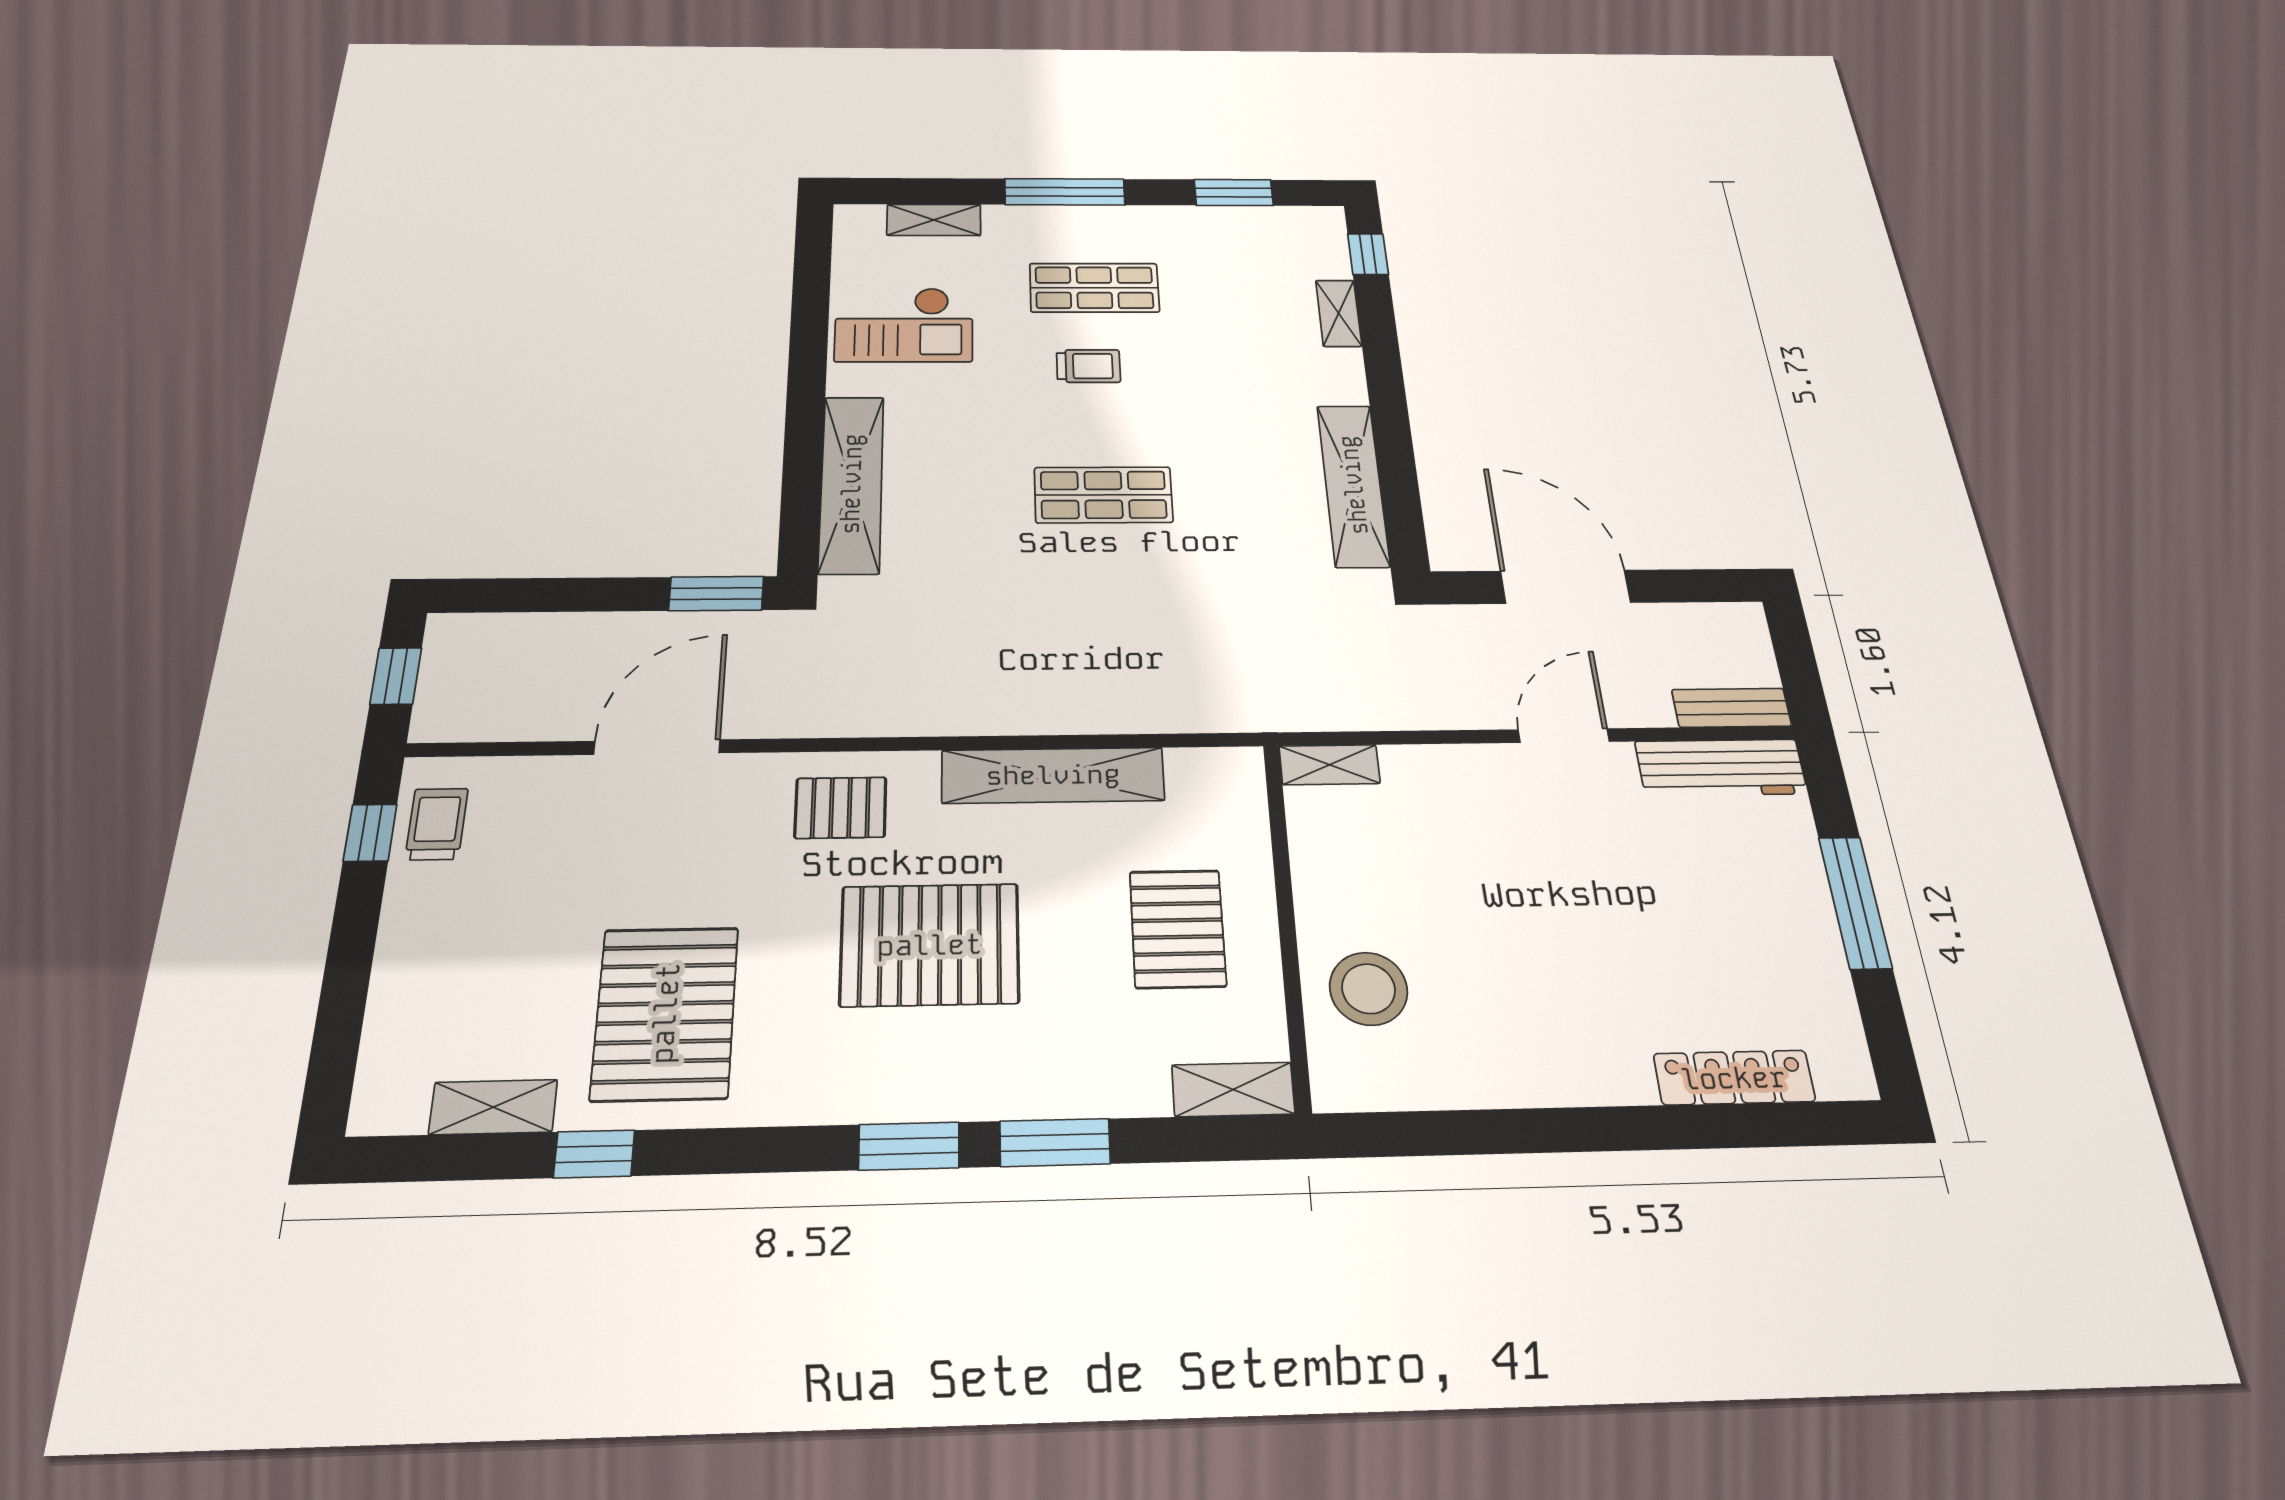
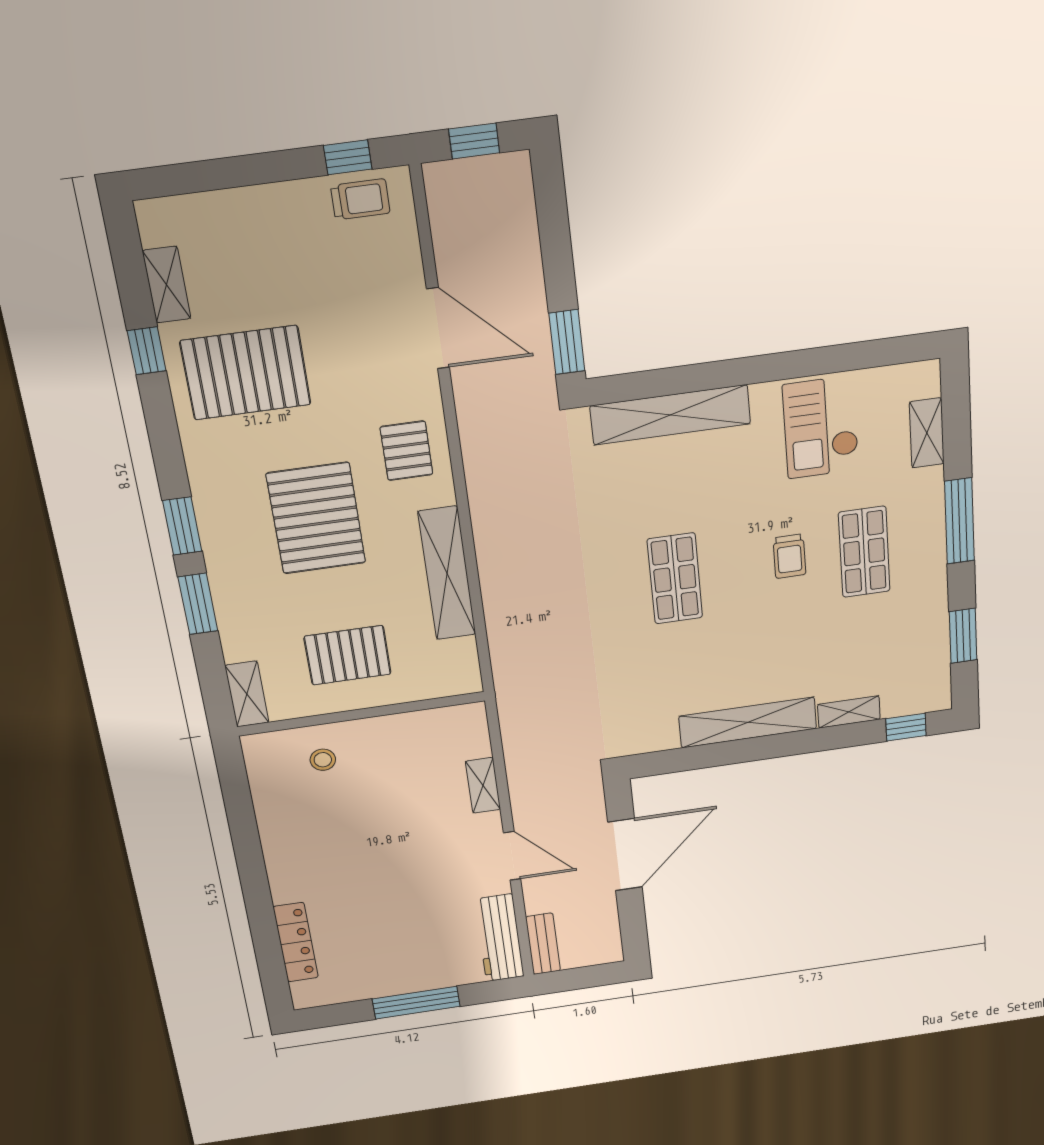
shelving: (1353, 485) -> (748, 722), moved
shelving: (1330, 765) -> (483, 785), moved
stool: (1369, 989) -> (323, 760), width x0.53, depth x0.53

